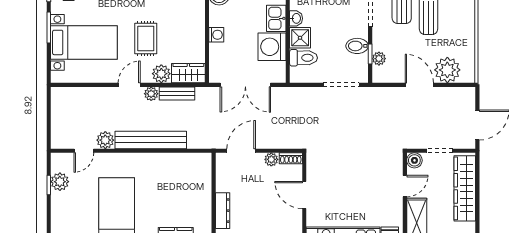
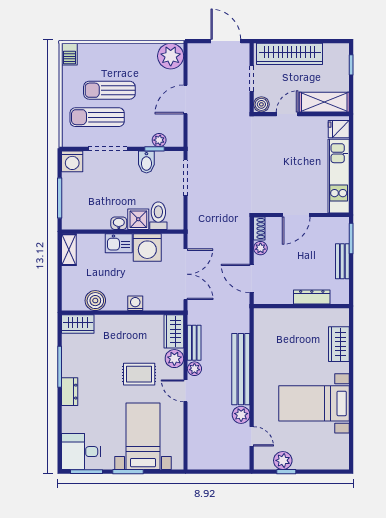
plant: (447, 70) -> (171, 56), moved
door: (405, 186) -> (287, 114), hinge flipped

